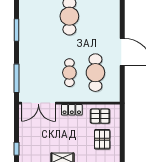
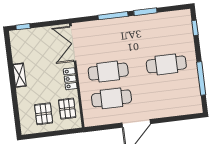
cafe table: (69, 73) -> (108, 72), width x1.37, depth x1.35
window: (17, 78) -> (113, 16), moved
pallet: (102, 139) -> (44, 114), turned 90

